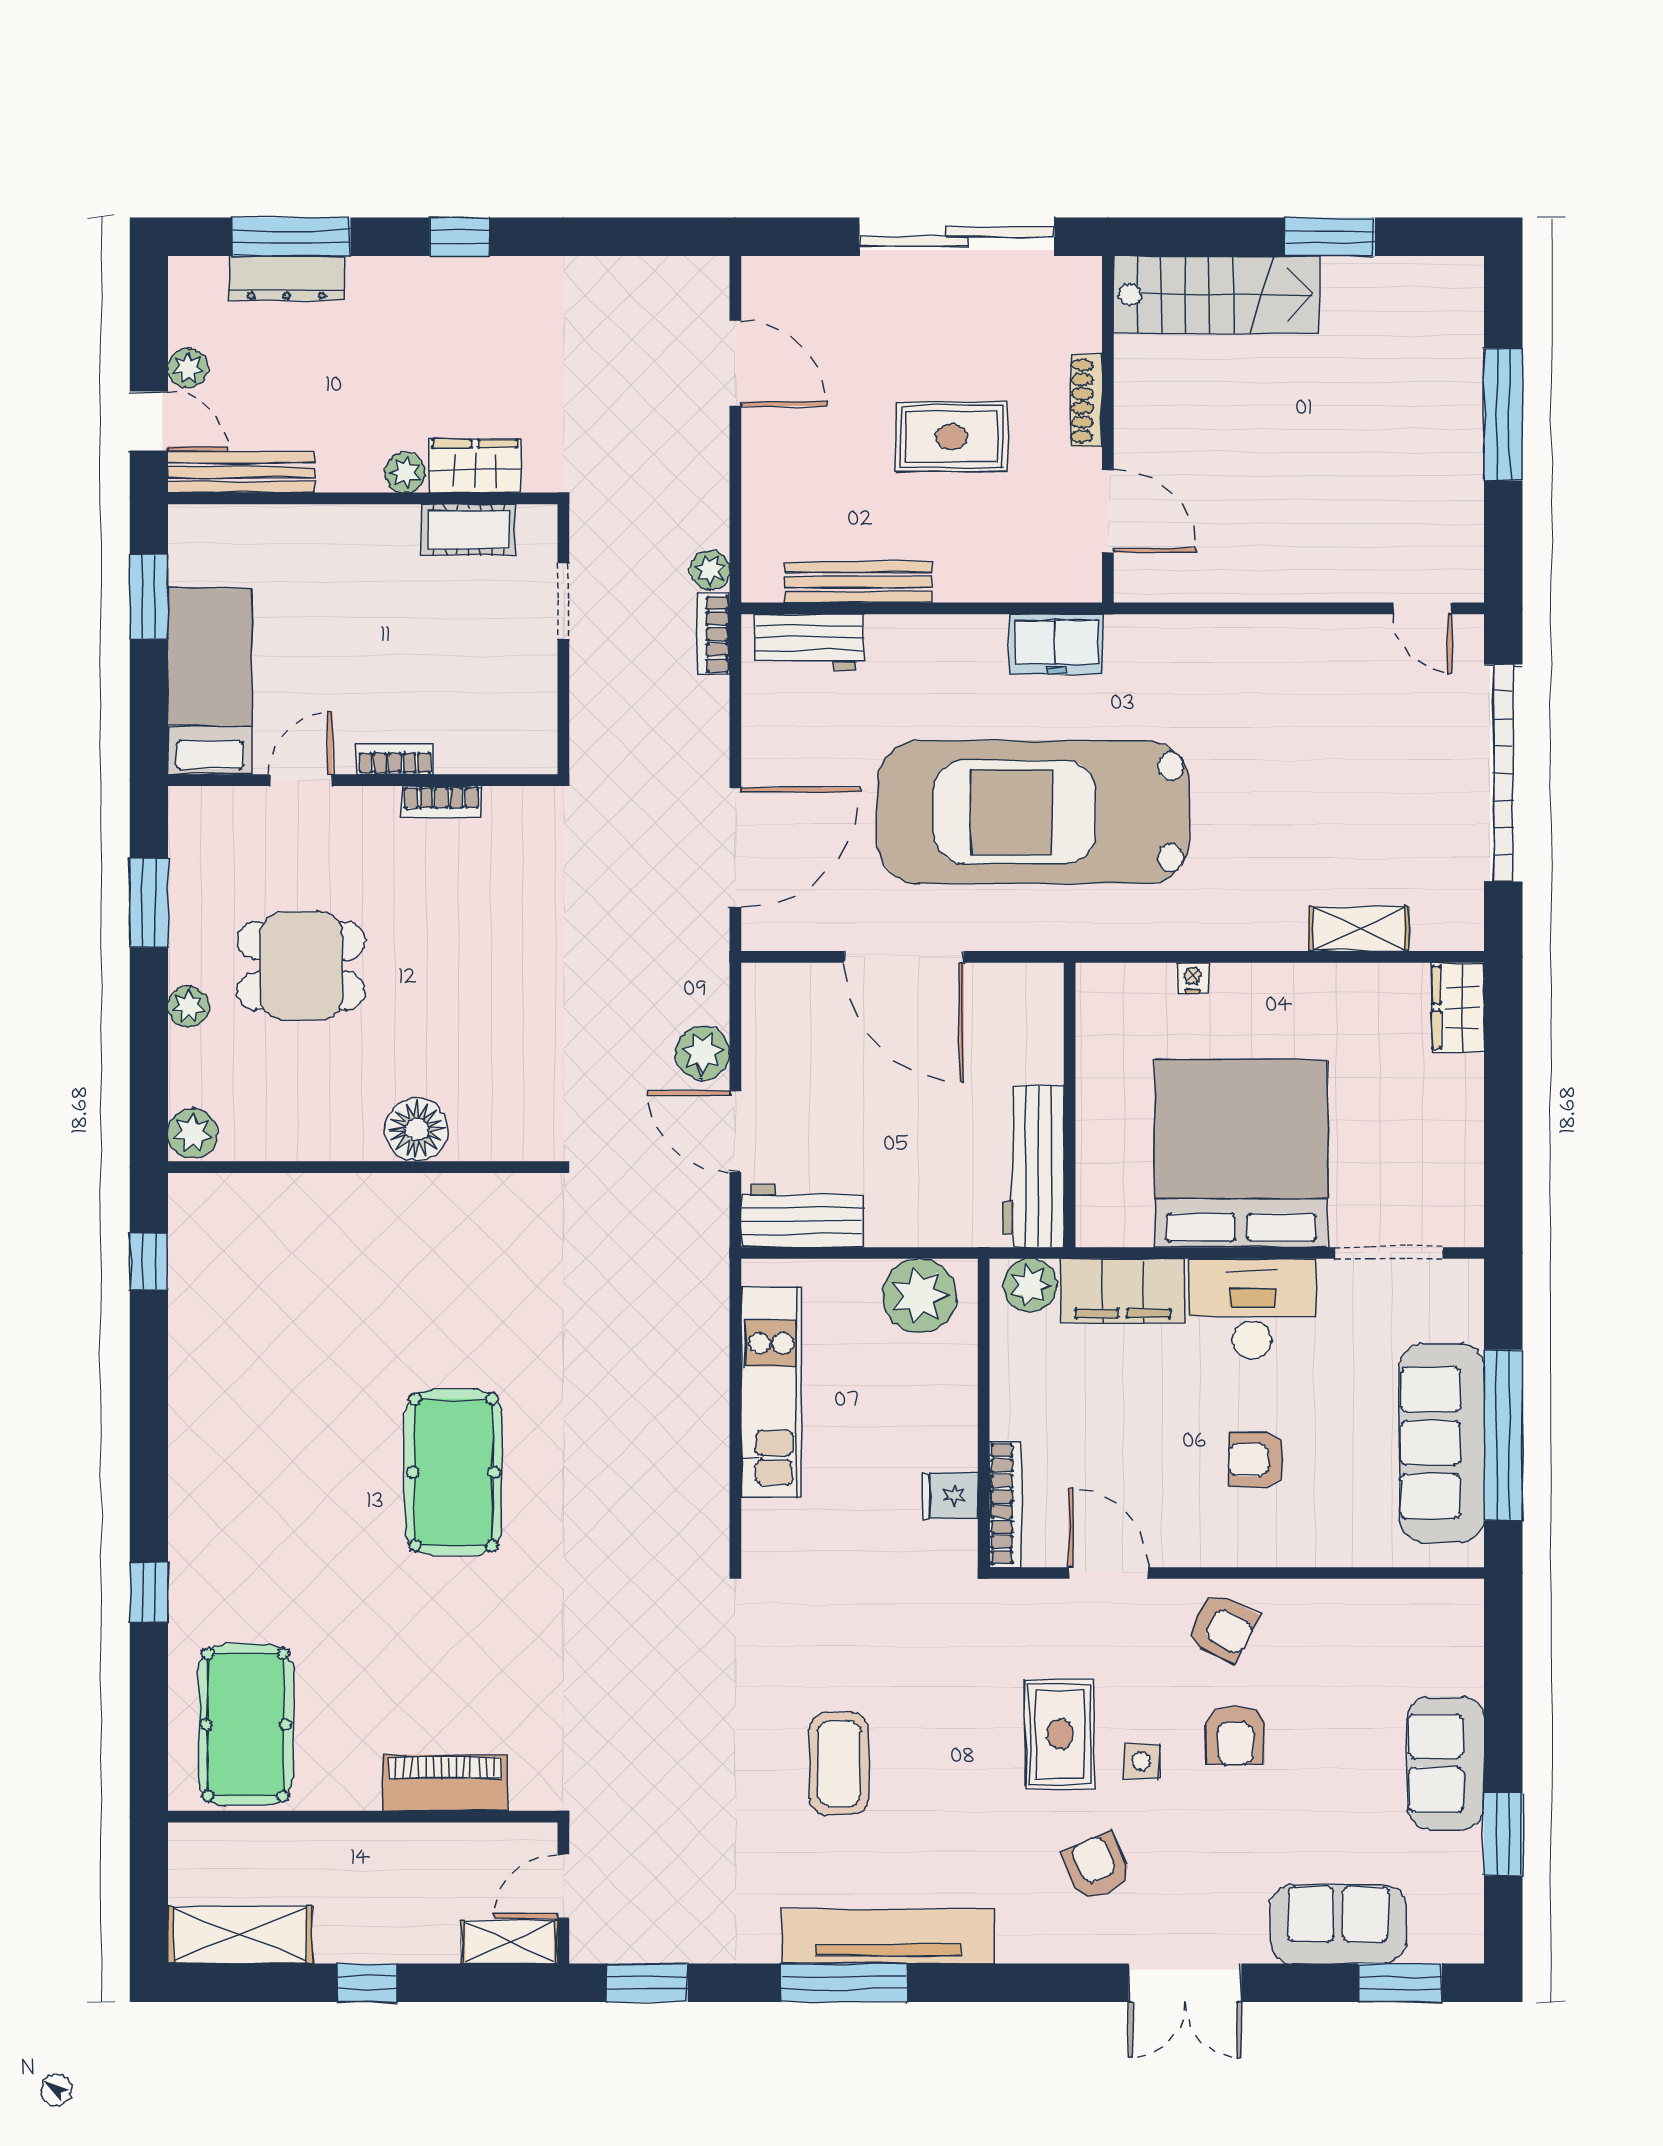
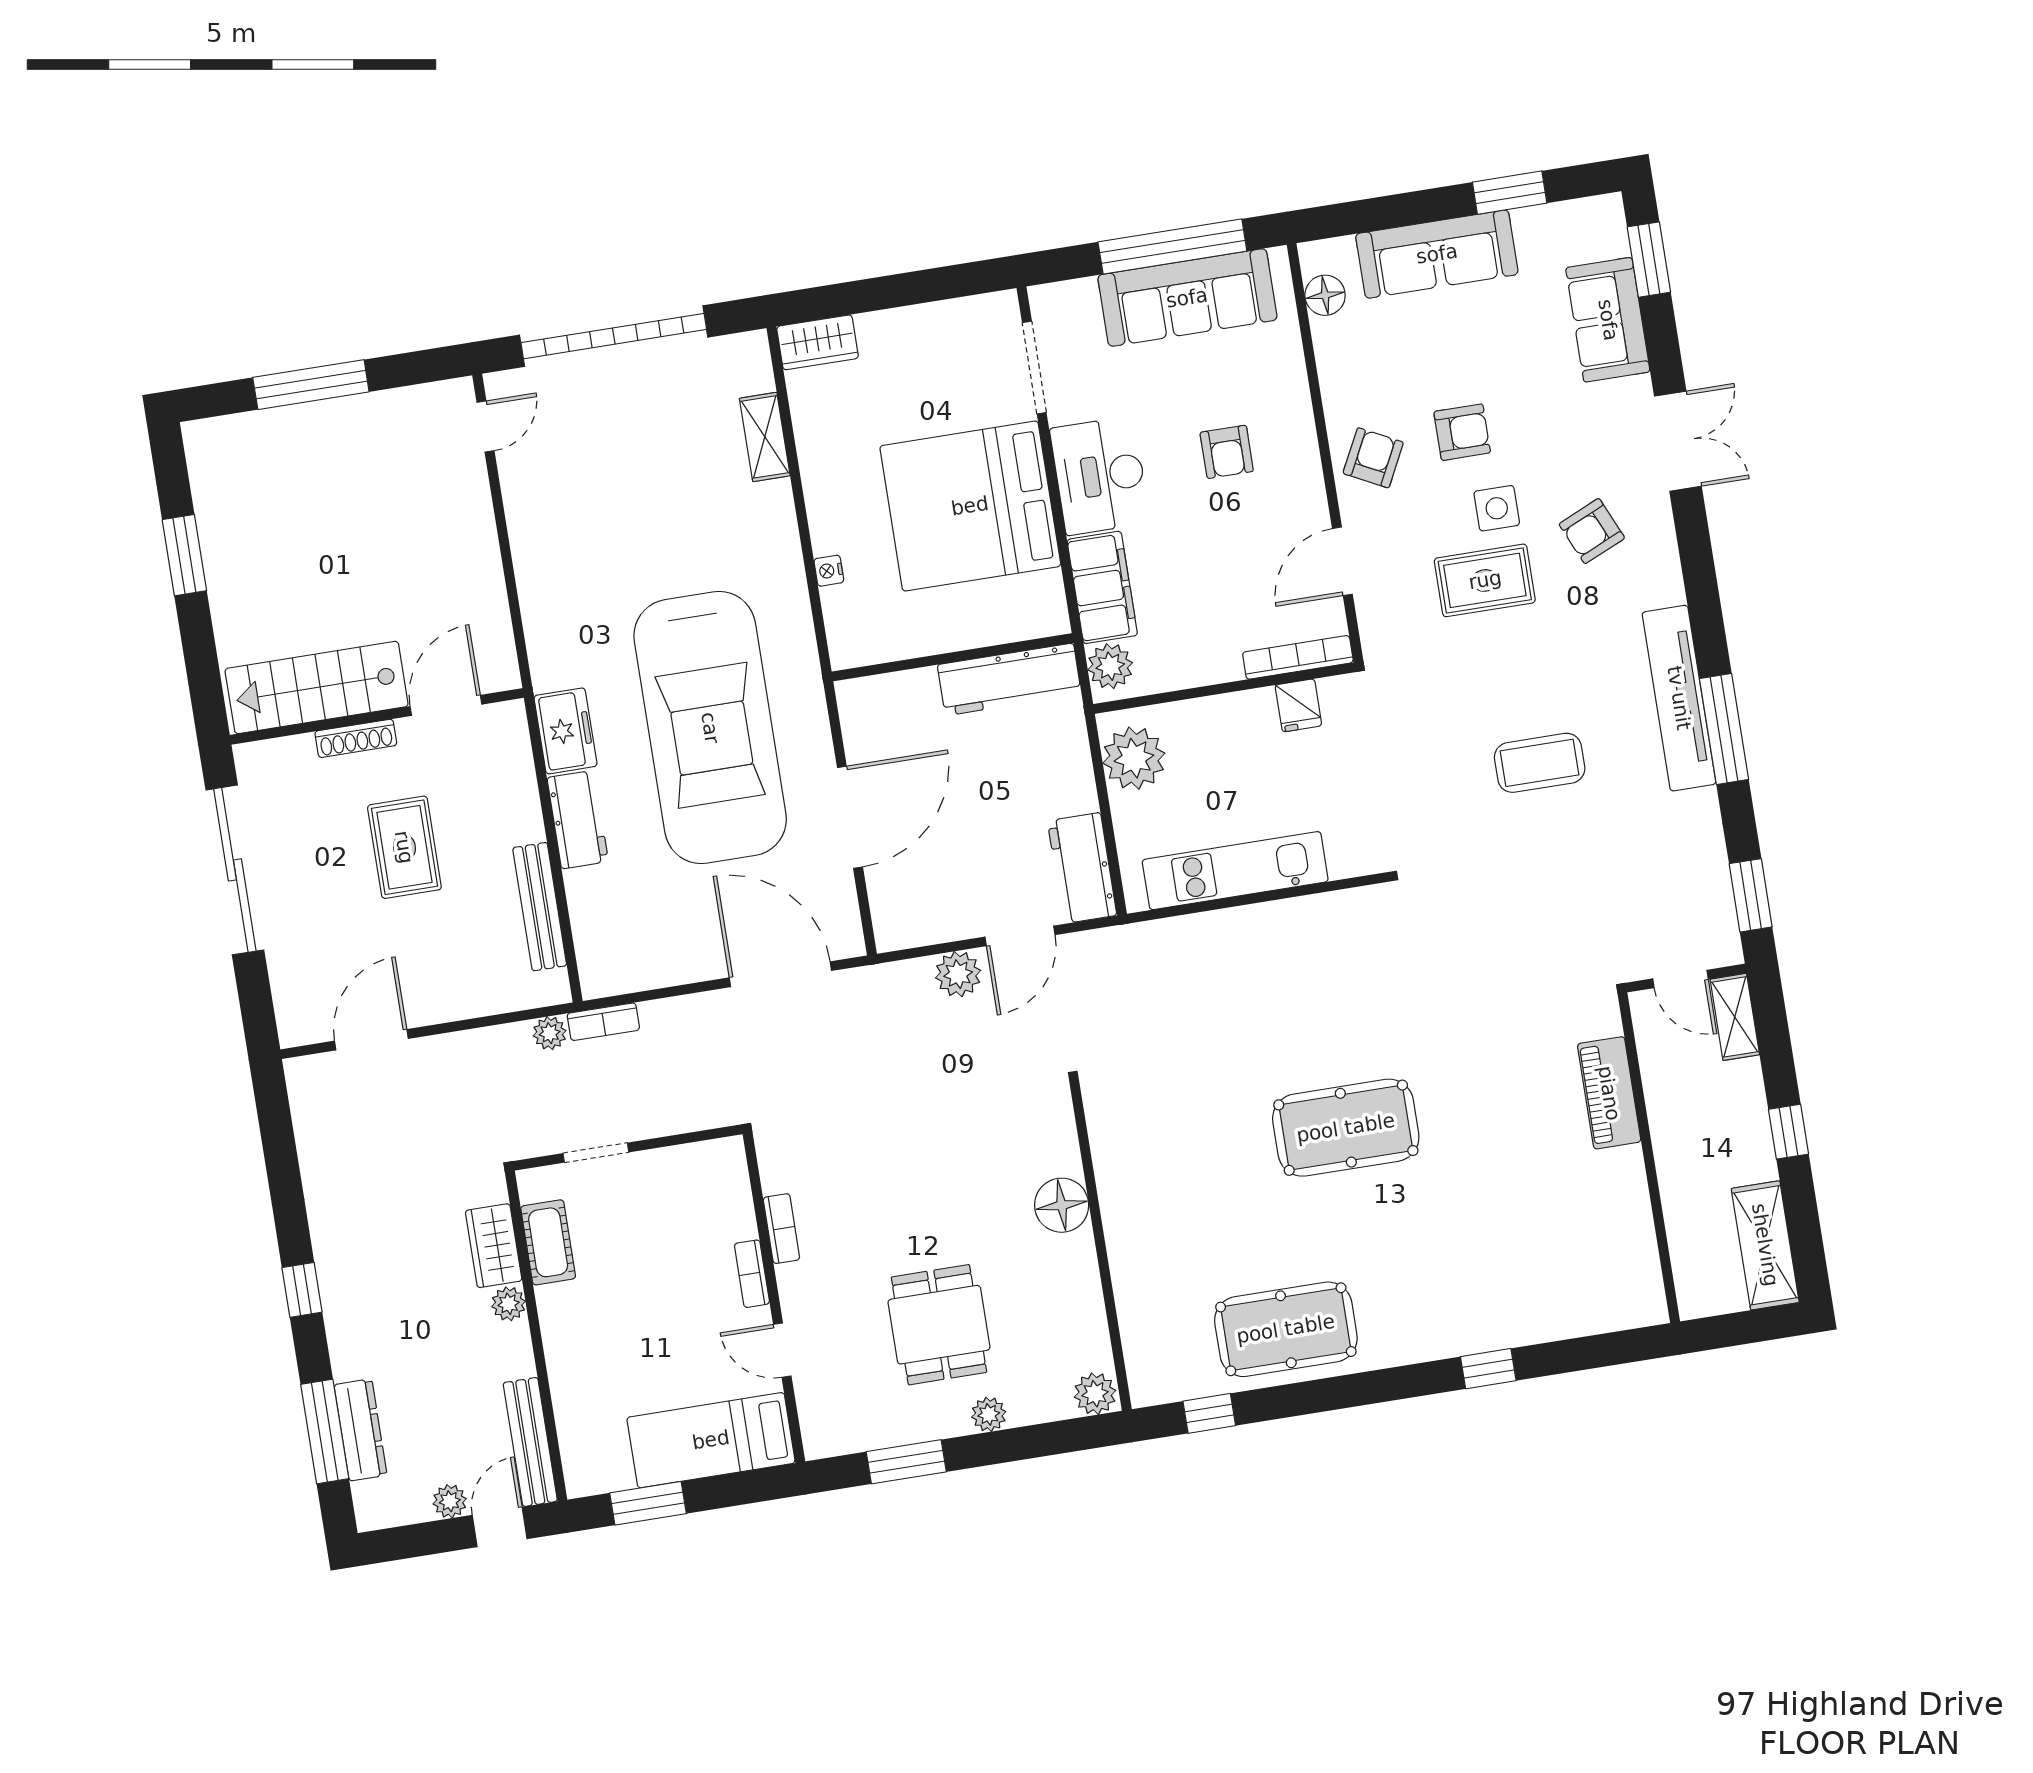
stairs: (1216, 295) -> (317, 688), moved, turned -90
workbench: (809, 642) -> (578, 820), moved
floor lamp: (1419, 1602) -> (1325, 295), added
pool table: (246, 1725) -> (1286, 1329), moved
side table: (1141, 1761) -> (1497, 508), width x1.37, depth x1.37
sofa: (1446, 1763) -> (1437, 254), width x1.36

